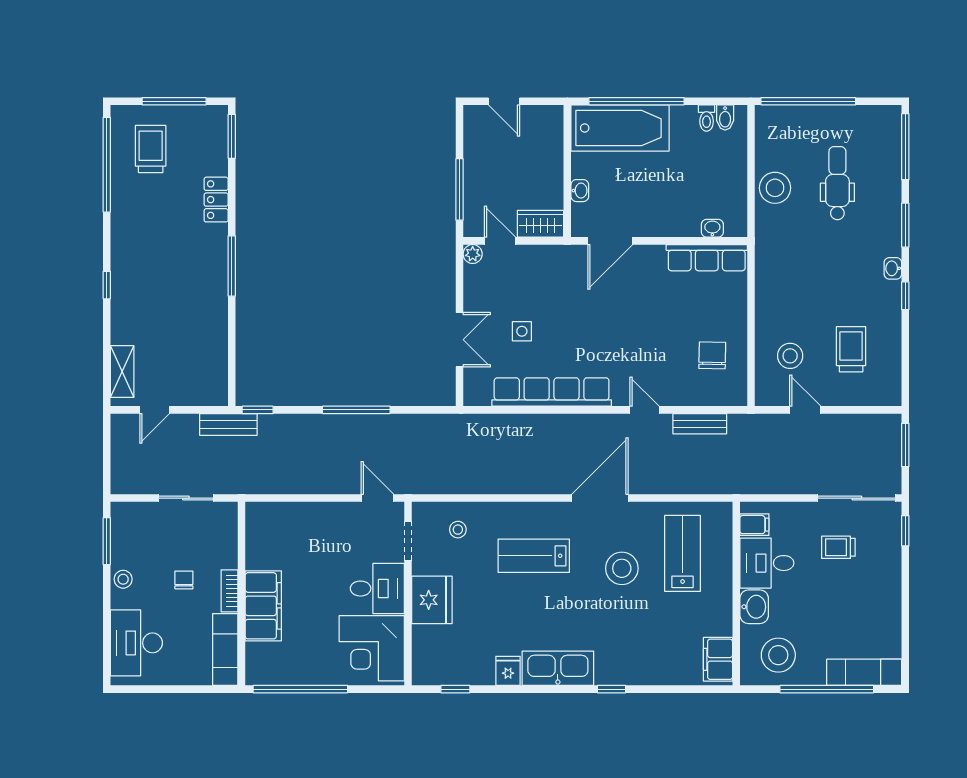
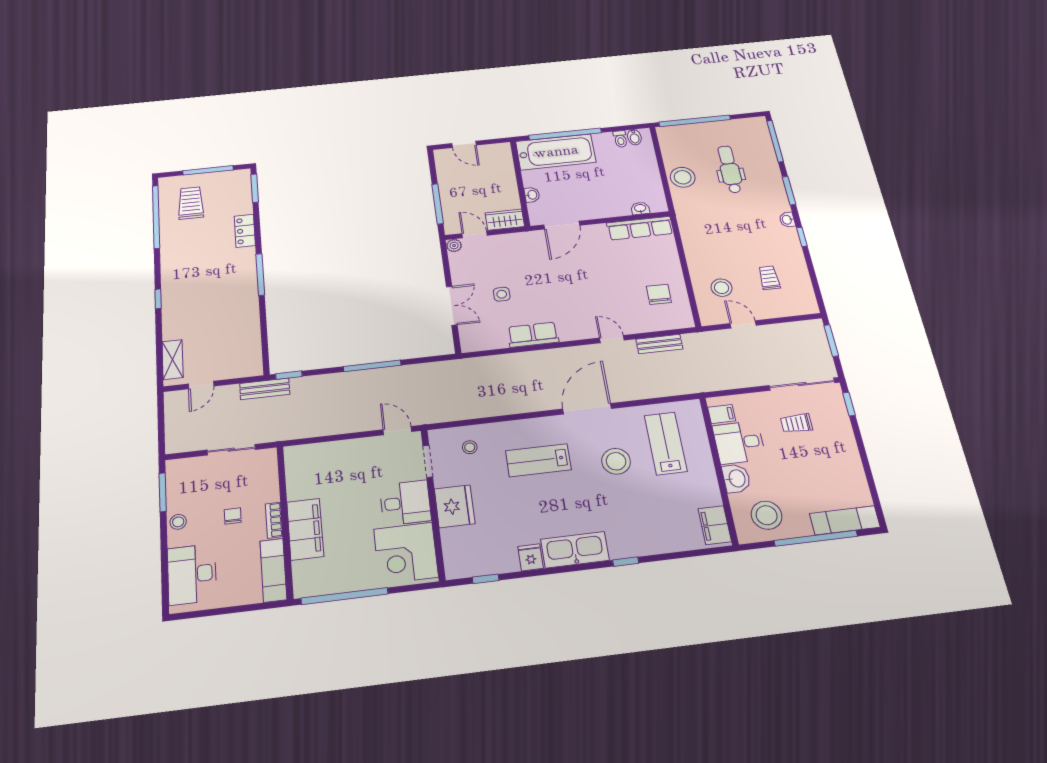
trolley: (851, 349) -> (769, 278), width x0.73, depth x0.72
row of seats: (552, 392) -> (533, 335), width x0.50

